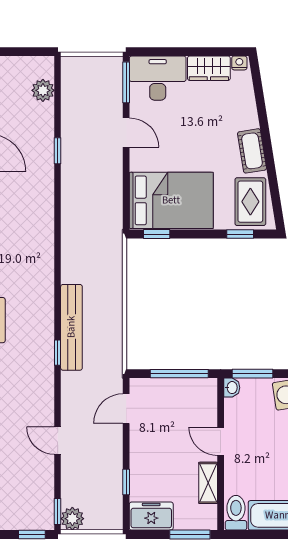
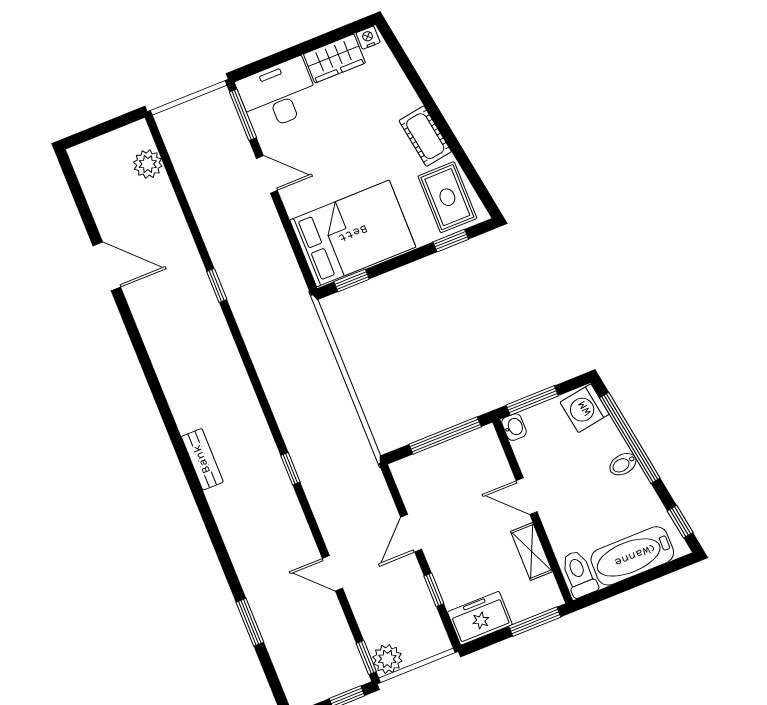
window: (58, 151) -> (217, 285), moved
bench: (71, 327) -> (295, 432), removed
door: (126, 409) -> (411, 533), moved

